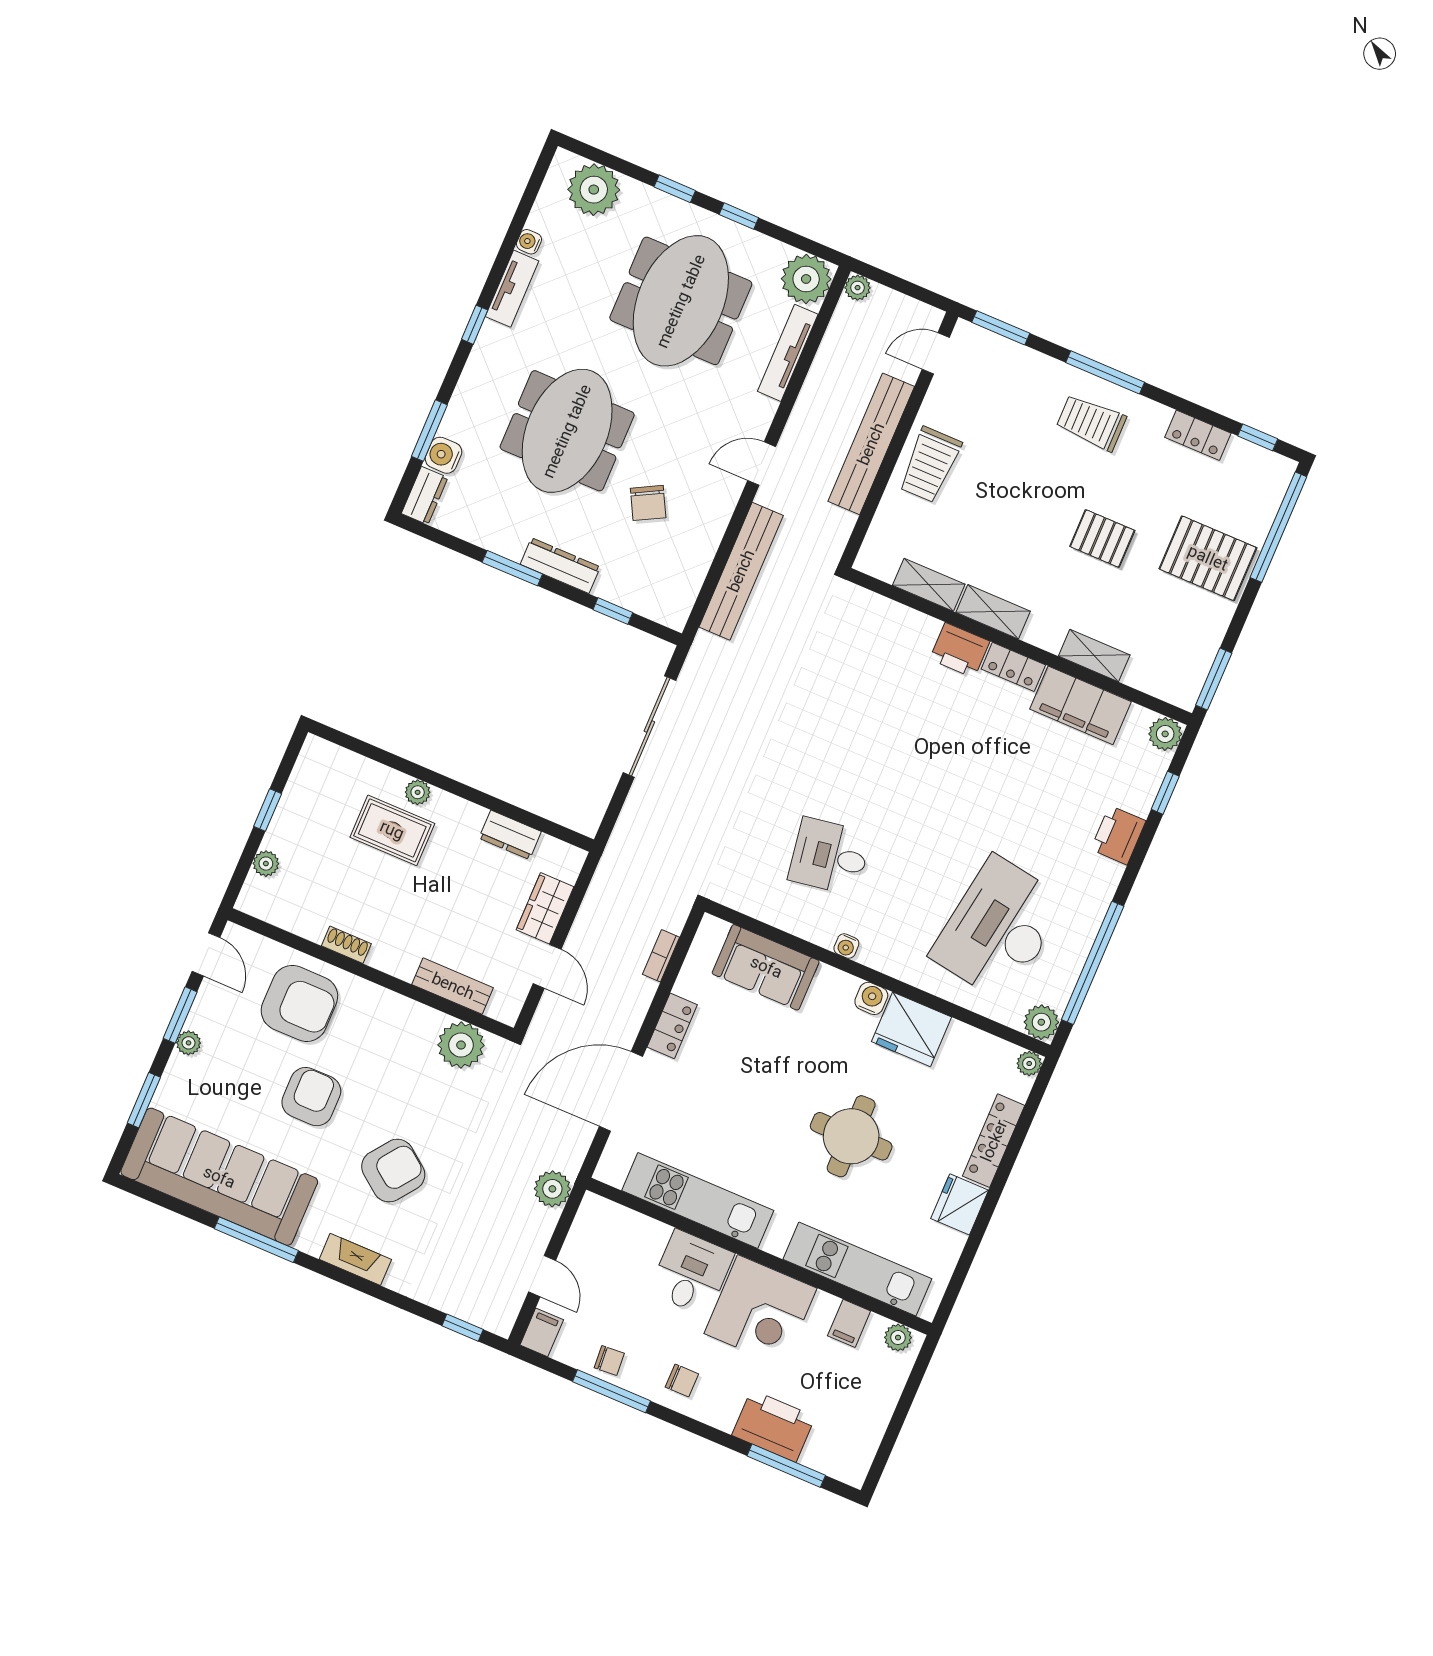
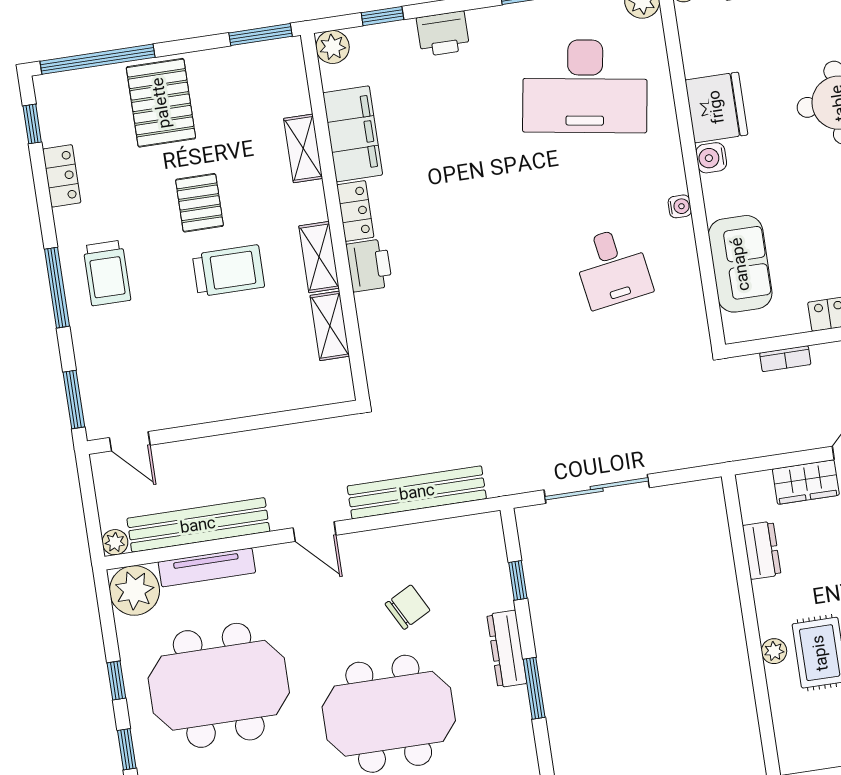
bench: (871, 444) -> (198, 525), moved
trolley: (930, 465) -> (228, 271), moved

